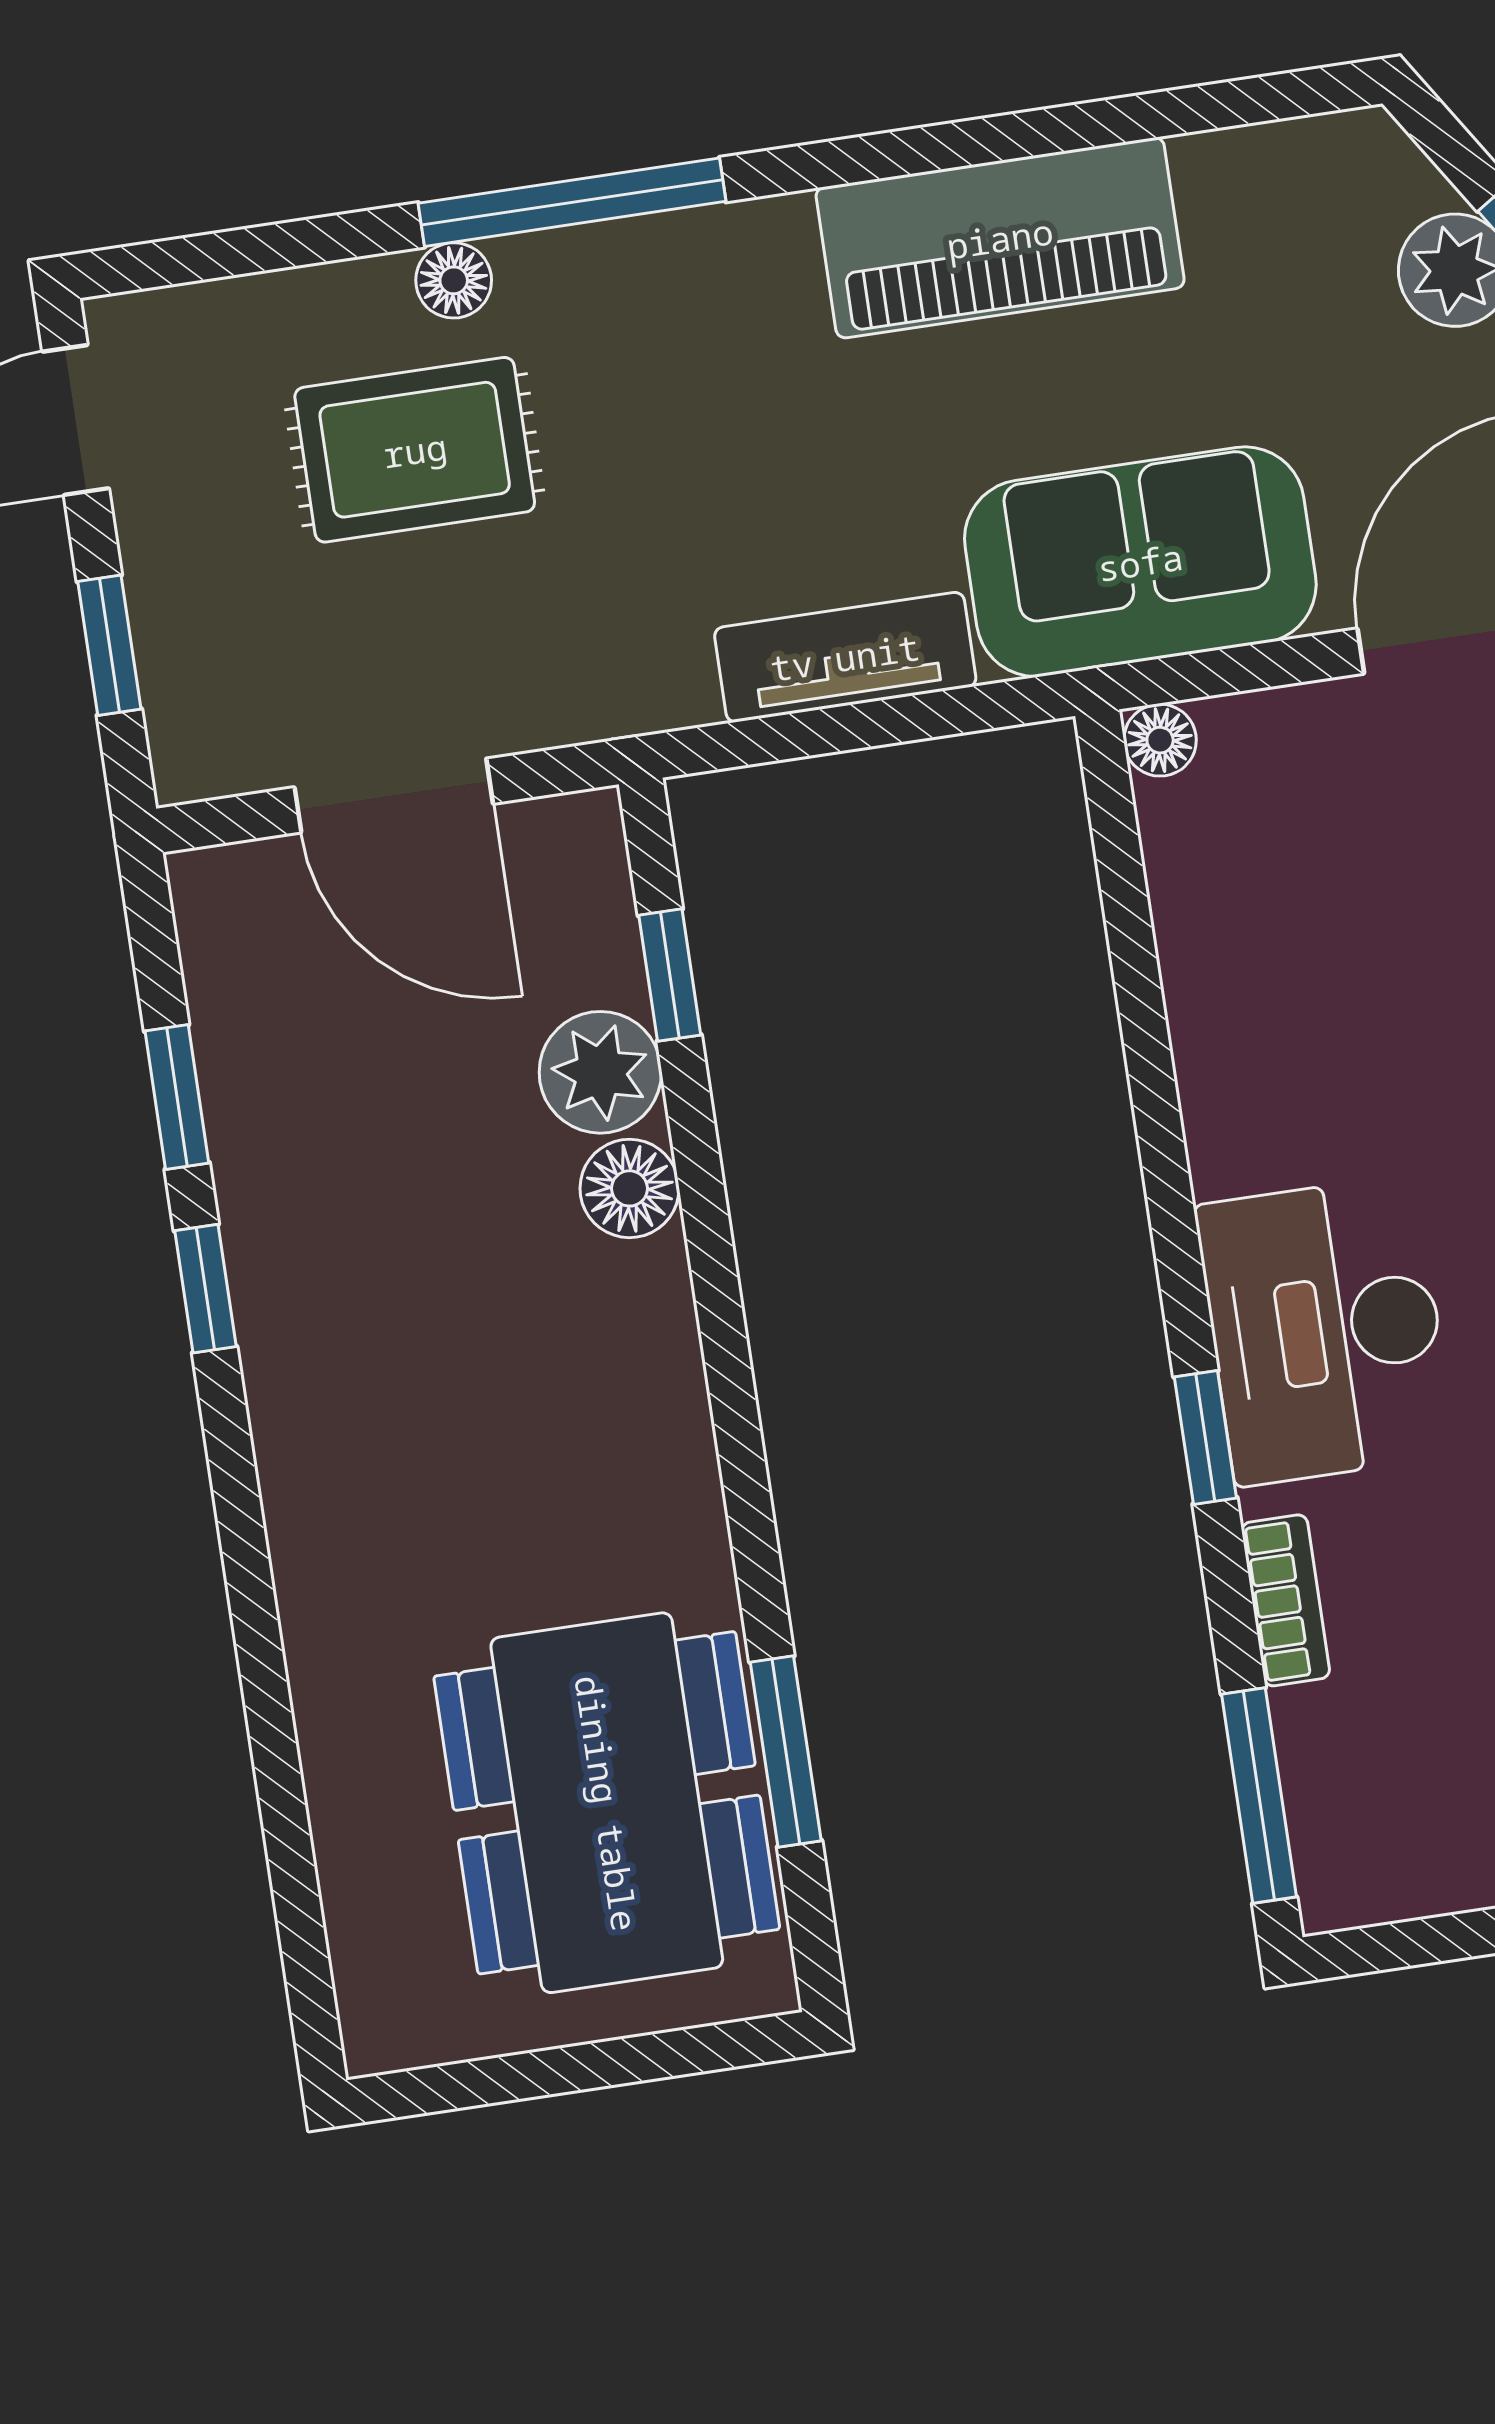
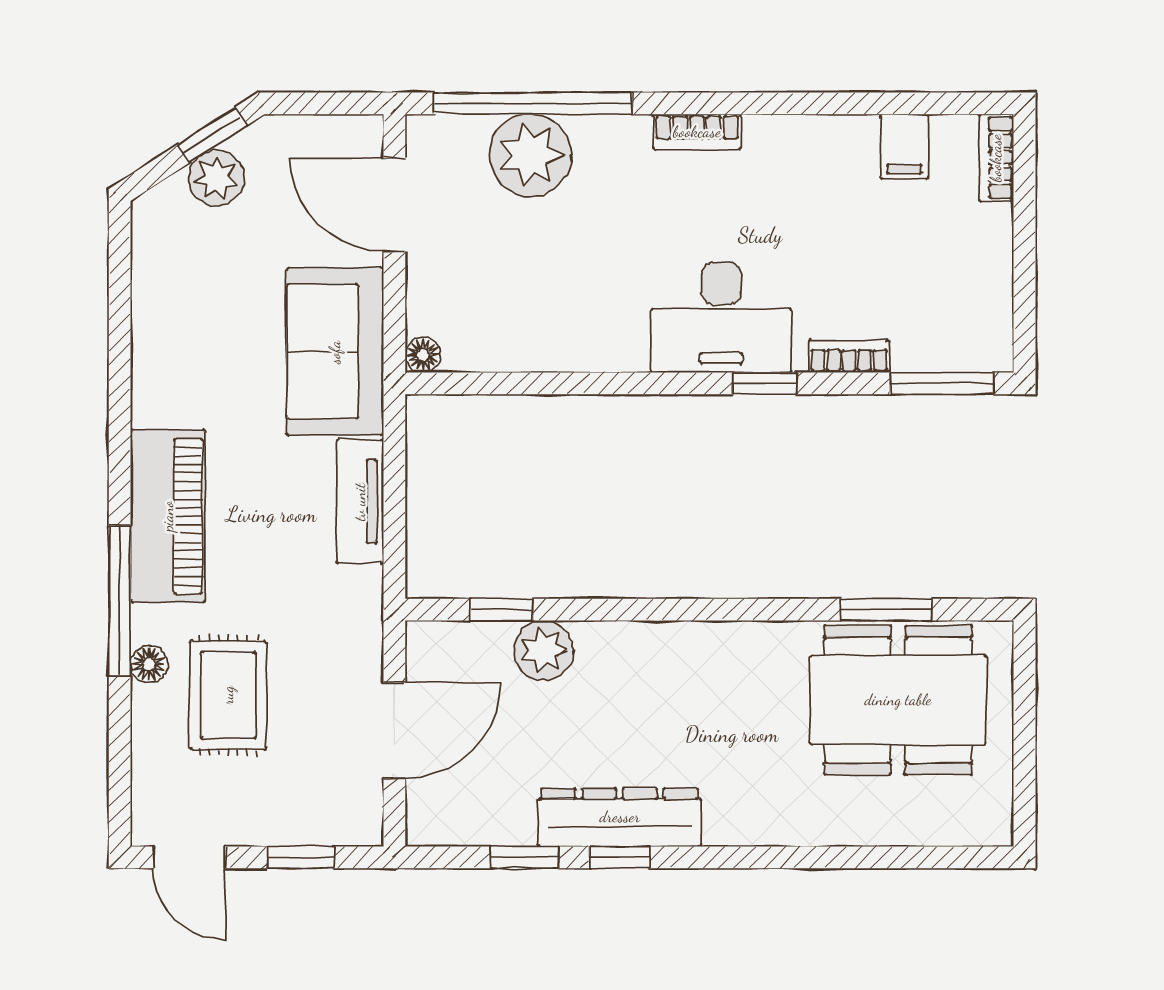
piano: (1000, 238) -> (168, 516), moved
floor lamp: (629, 1188) -> (602, 645), removed
dresser: (286, 1276) -> (620, 817), added

